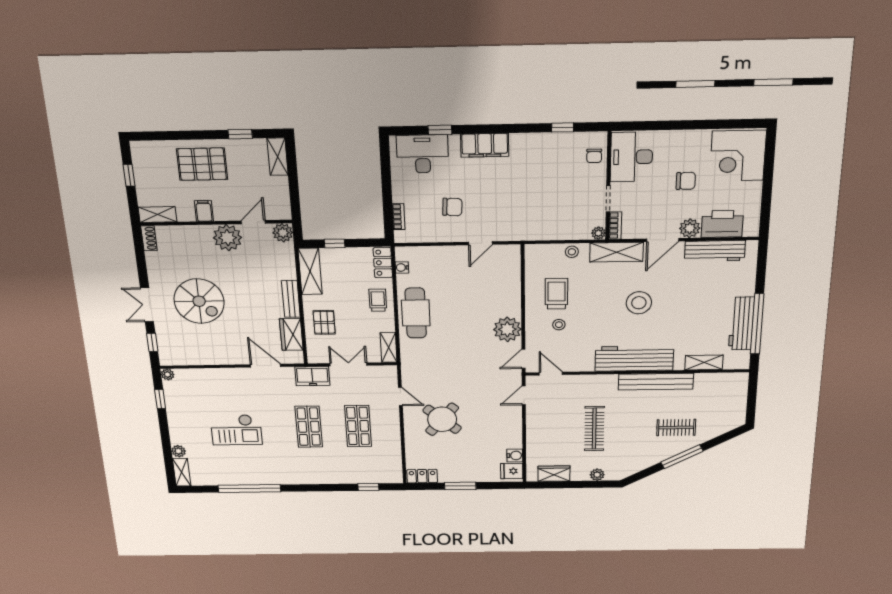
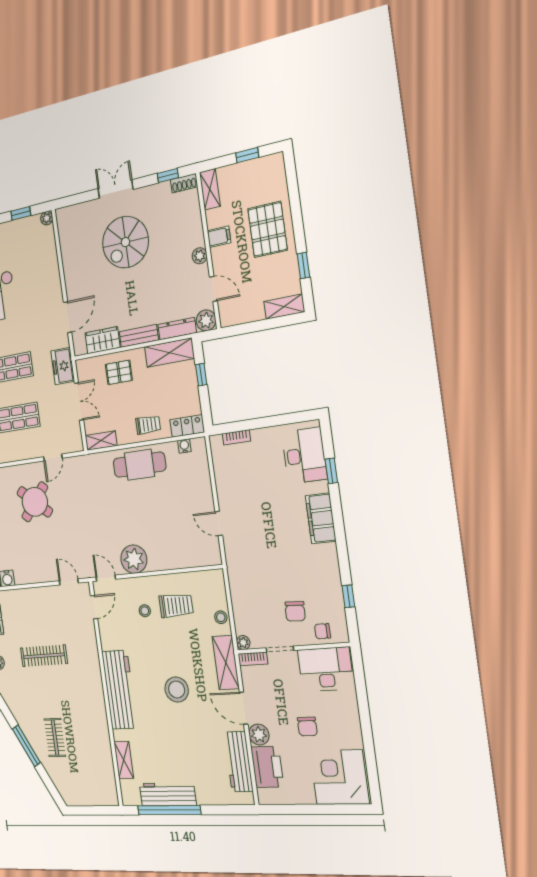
chair: (452, 207) -> (295, 611), moved
plant: (228, 238) -> (200, 256), width x0.53, depth x0.53
dresser: (288, 261) -> (177, 329), added
window: (152, 342) -> (168, 176), moved
bench: (656, 382) -> (99, 713), removed

